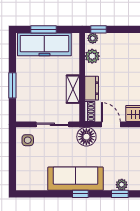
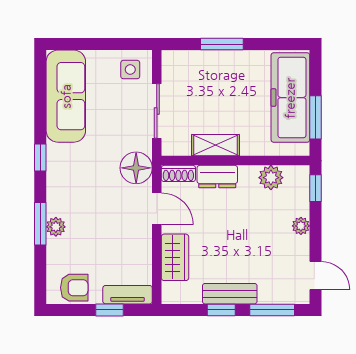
window: (44, 29) -> (316, 117), moved
plant: (93, 38) -> (301, 226), moved
door: (111, 124) -> (157, 209), hinge flipped
sofa: (76, 179) -> (66, 96), moved
window: (120, 194) -> (40, 224), width x1.50

